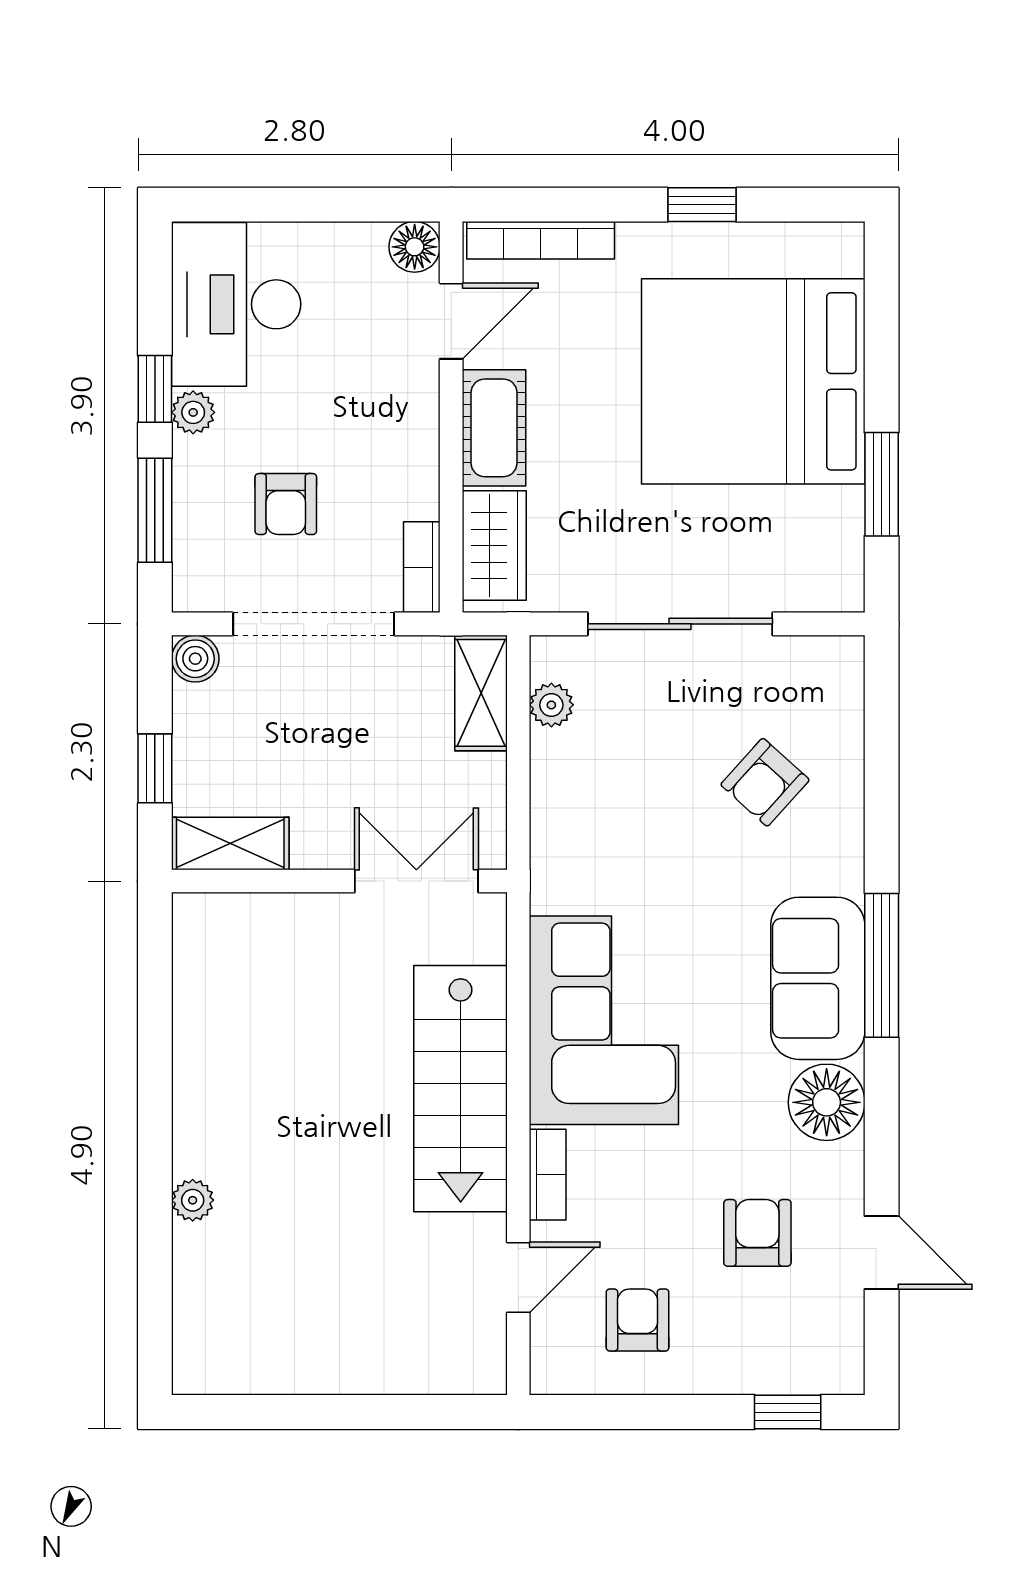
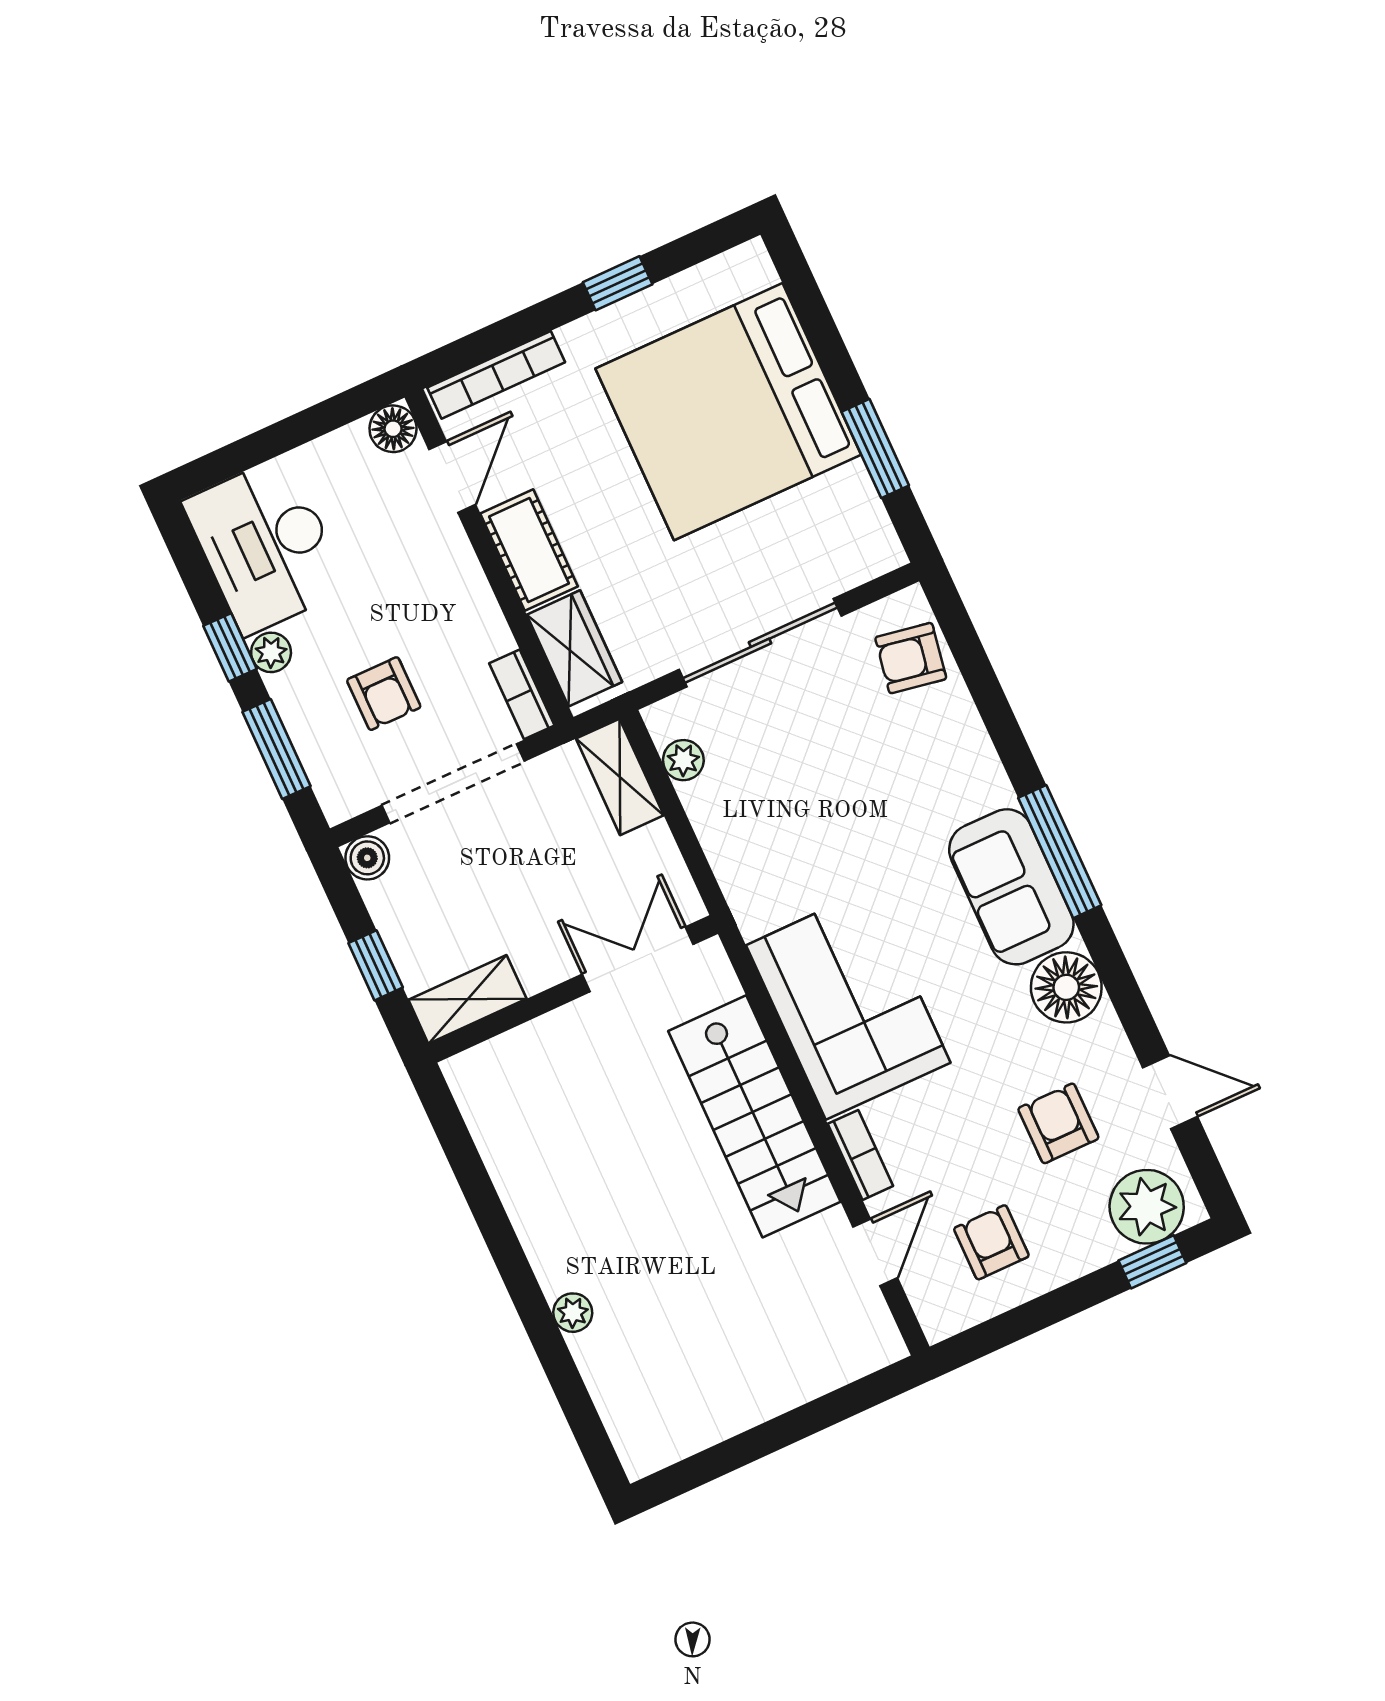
armchair: (765, 782) -> (911, 658), moved, turned 58
plant: (807, 1355) -> (1147, 1207), added

